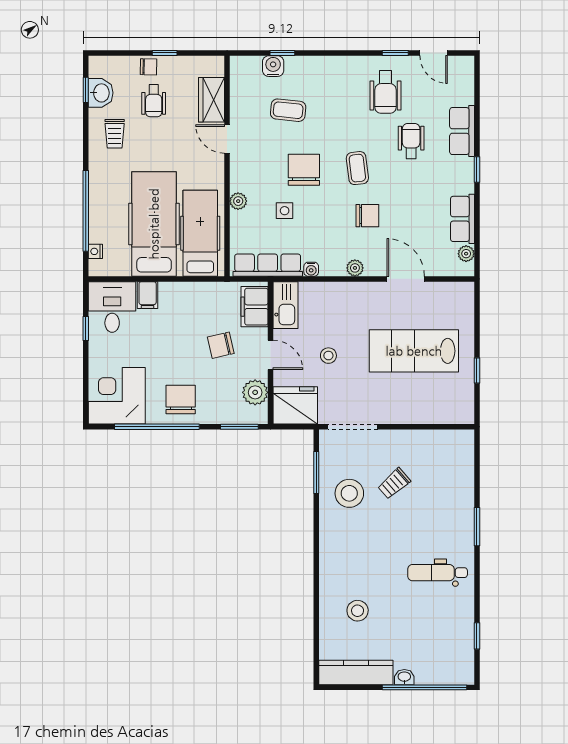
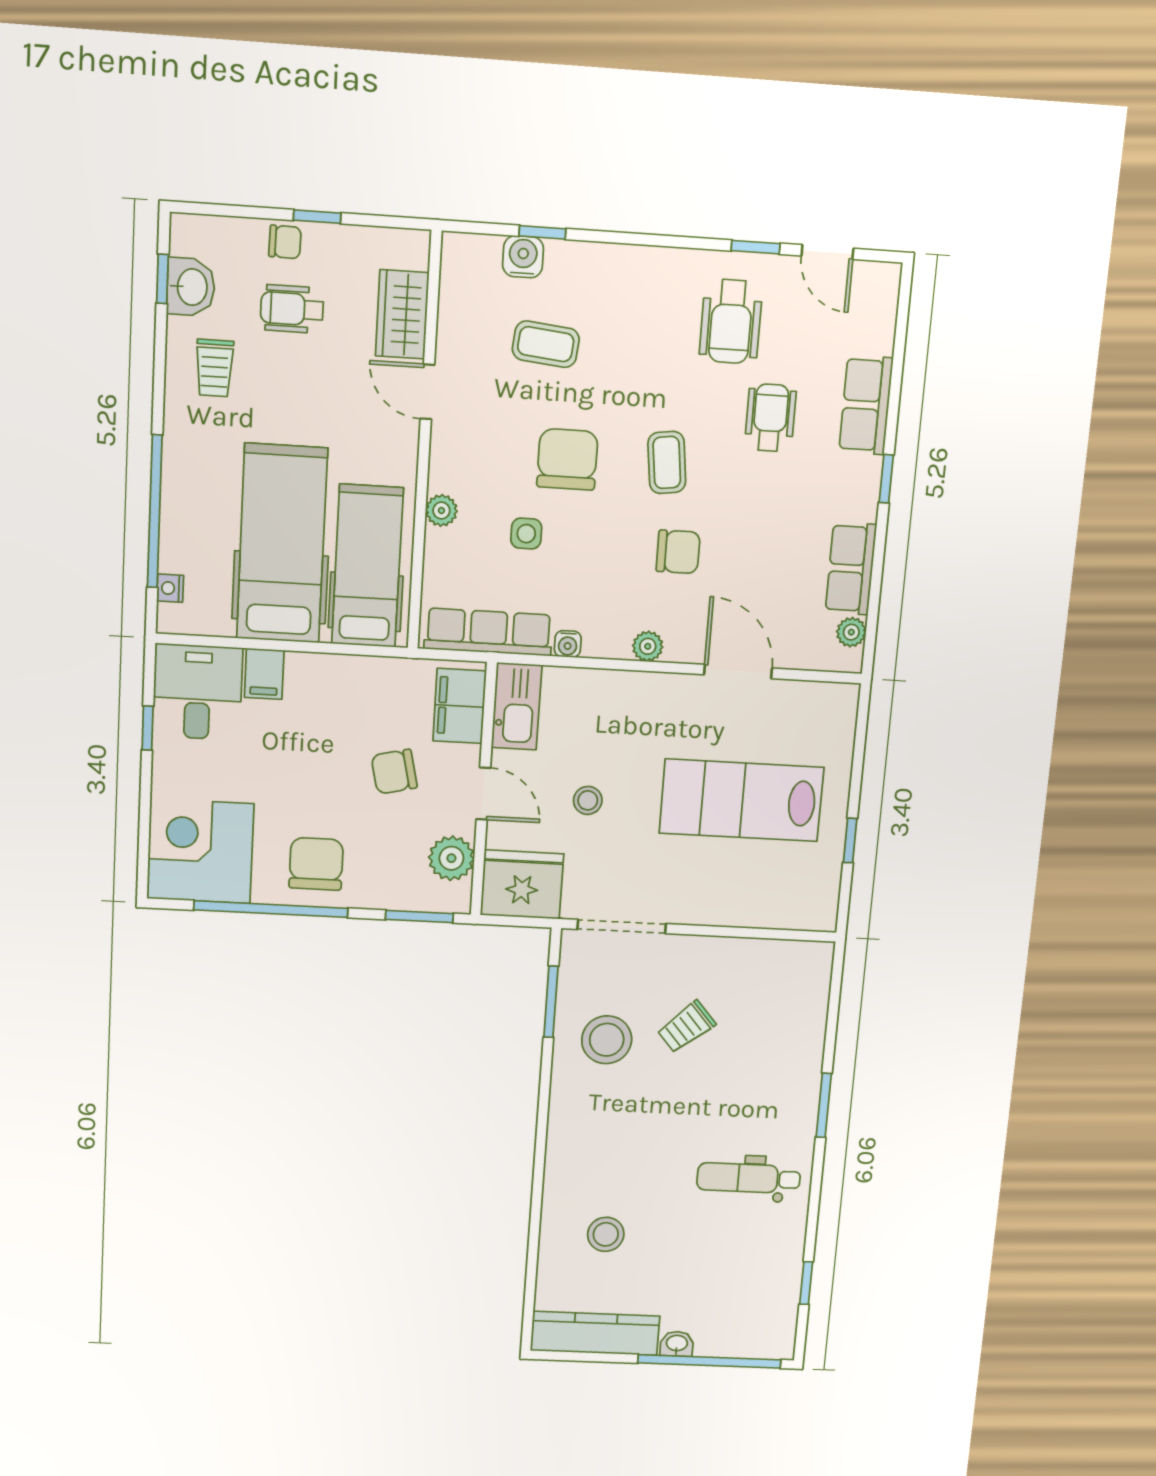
wheelchair: (154, 101) -> (292, 309), turned 90

